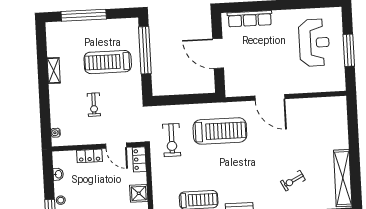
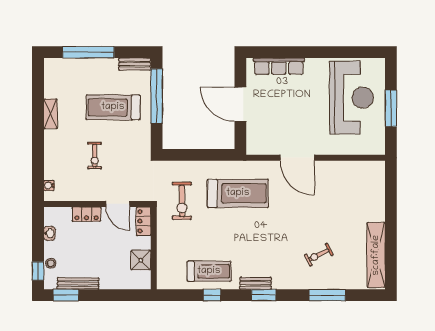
bench: (125, 23) -> (135, 64), added
reception desk: (314, 43) -> (351, 98), width x1.36, depth x1.30

